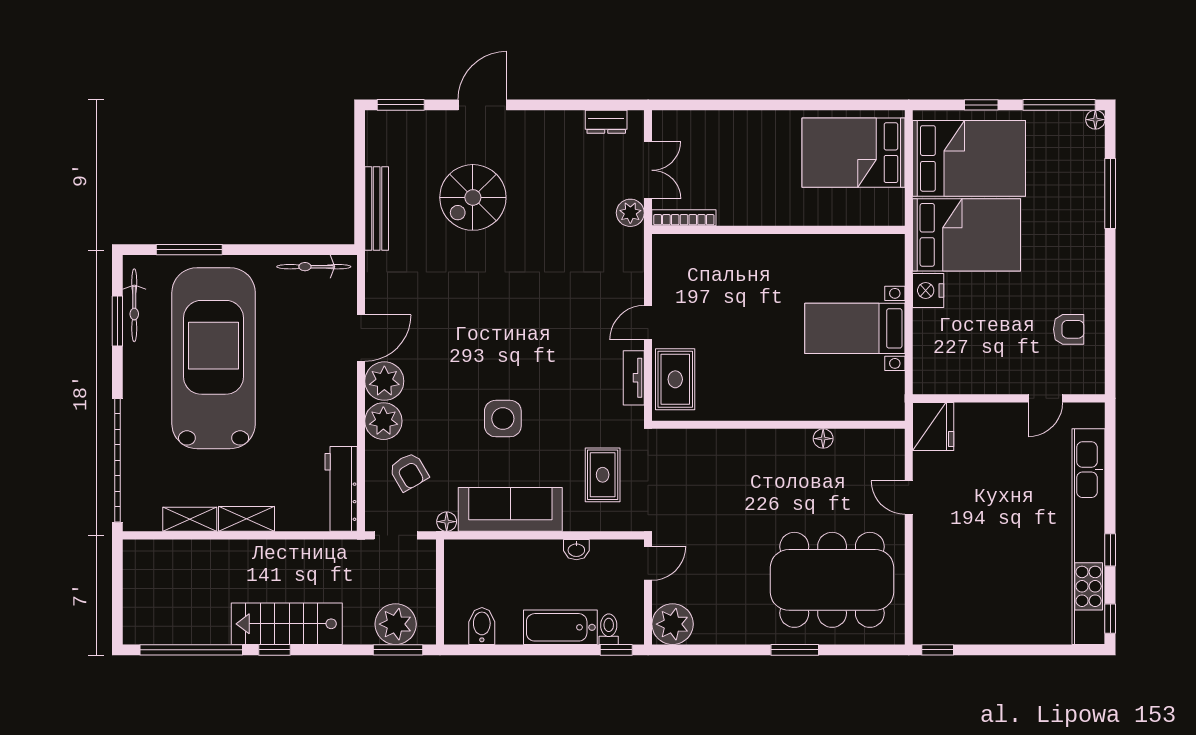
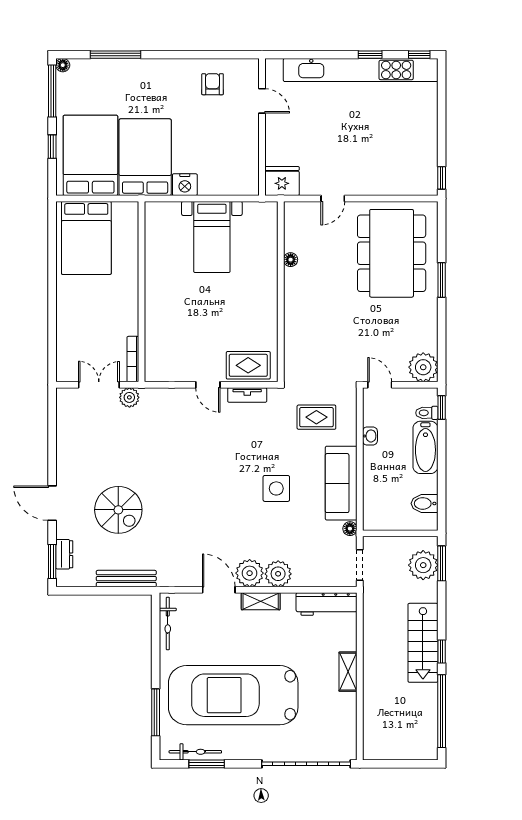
dresser: (606, 122) -> (64, 554), moved
armchair: (409, 472) -> (314, 556), removed
shelving: (190, 519) -> (261, 601), moved, turned 90

